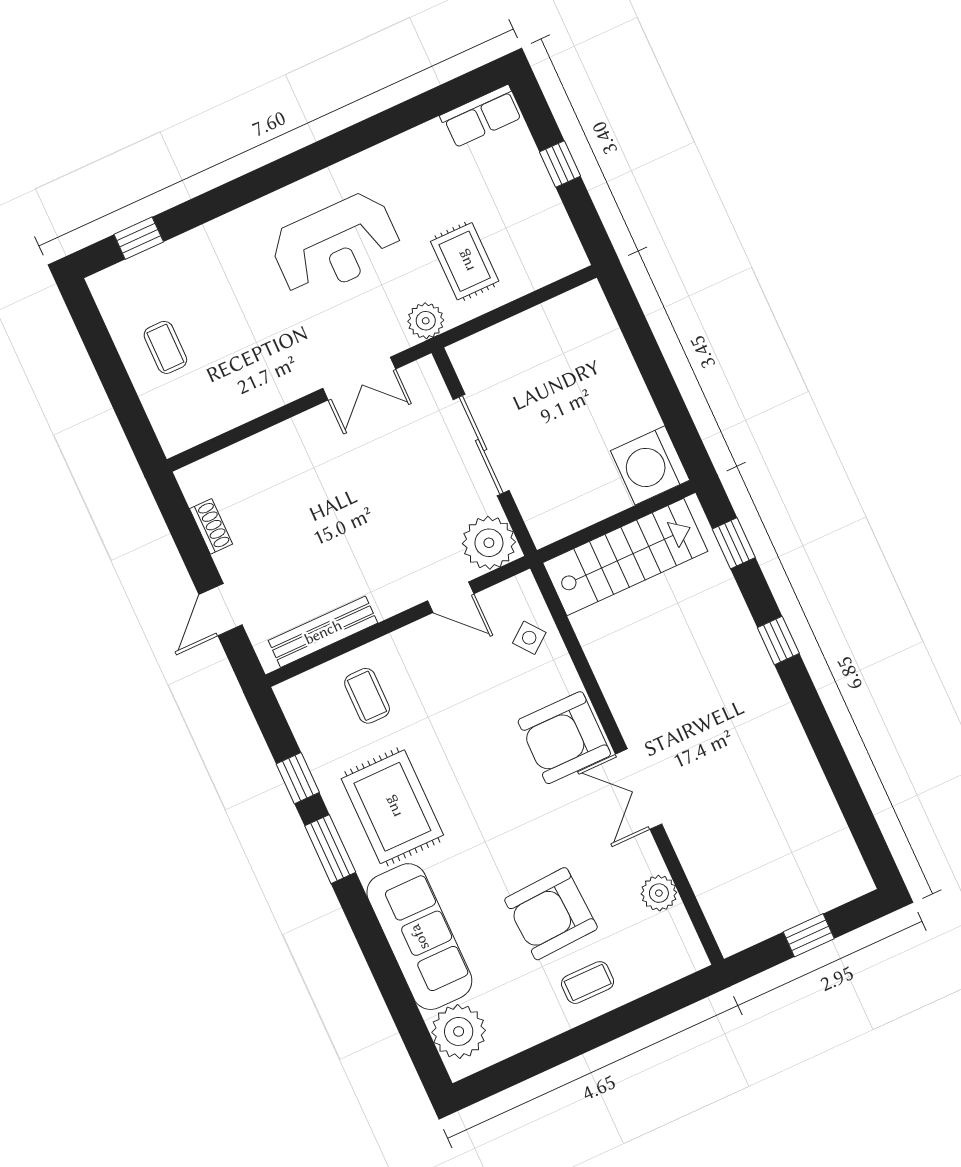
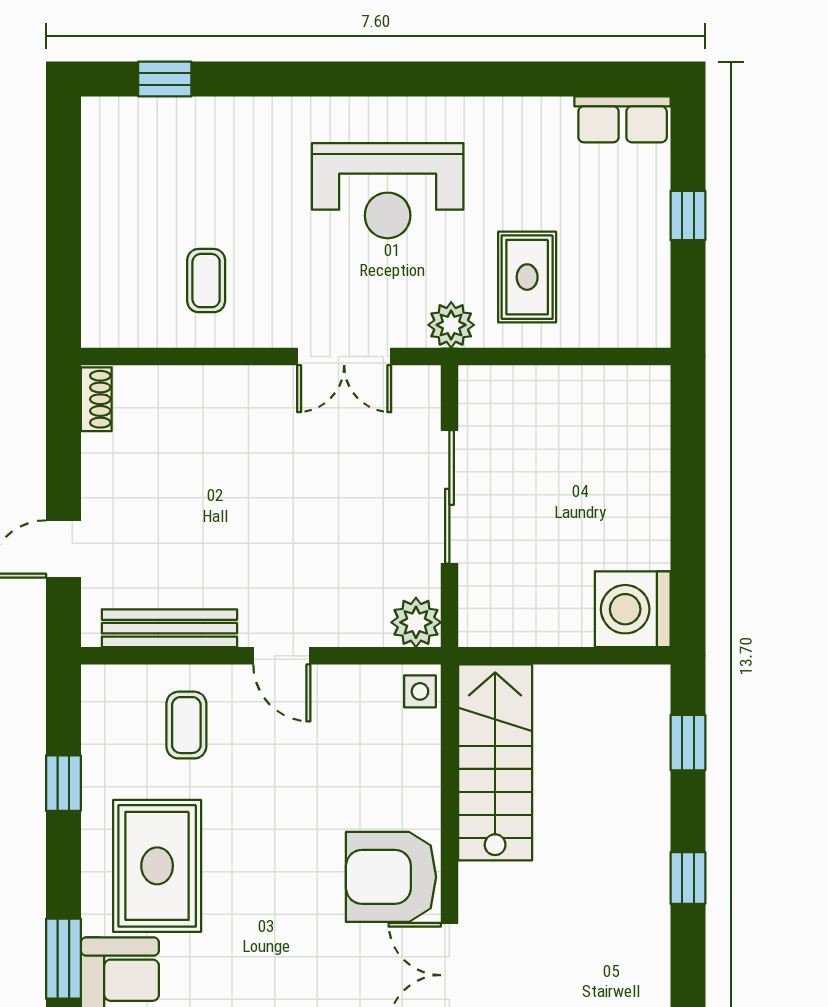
coffee table: (165, 347) -> (206, 281), moved
shoe rack: (211, 526) -> (96, 399), moved
plant: (489, 543) -> (416, 622), width x0.73, depth x0.73
stairs: (625, 557) -> (495, 762), moved, turned -90
door: (451, 597) -> (282, 656), moved
side table: (529, 638) -> (420, 691), moved, turned 38
window: (330, 849) -> (63, 959), moved

